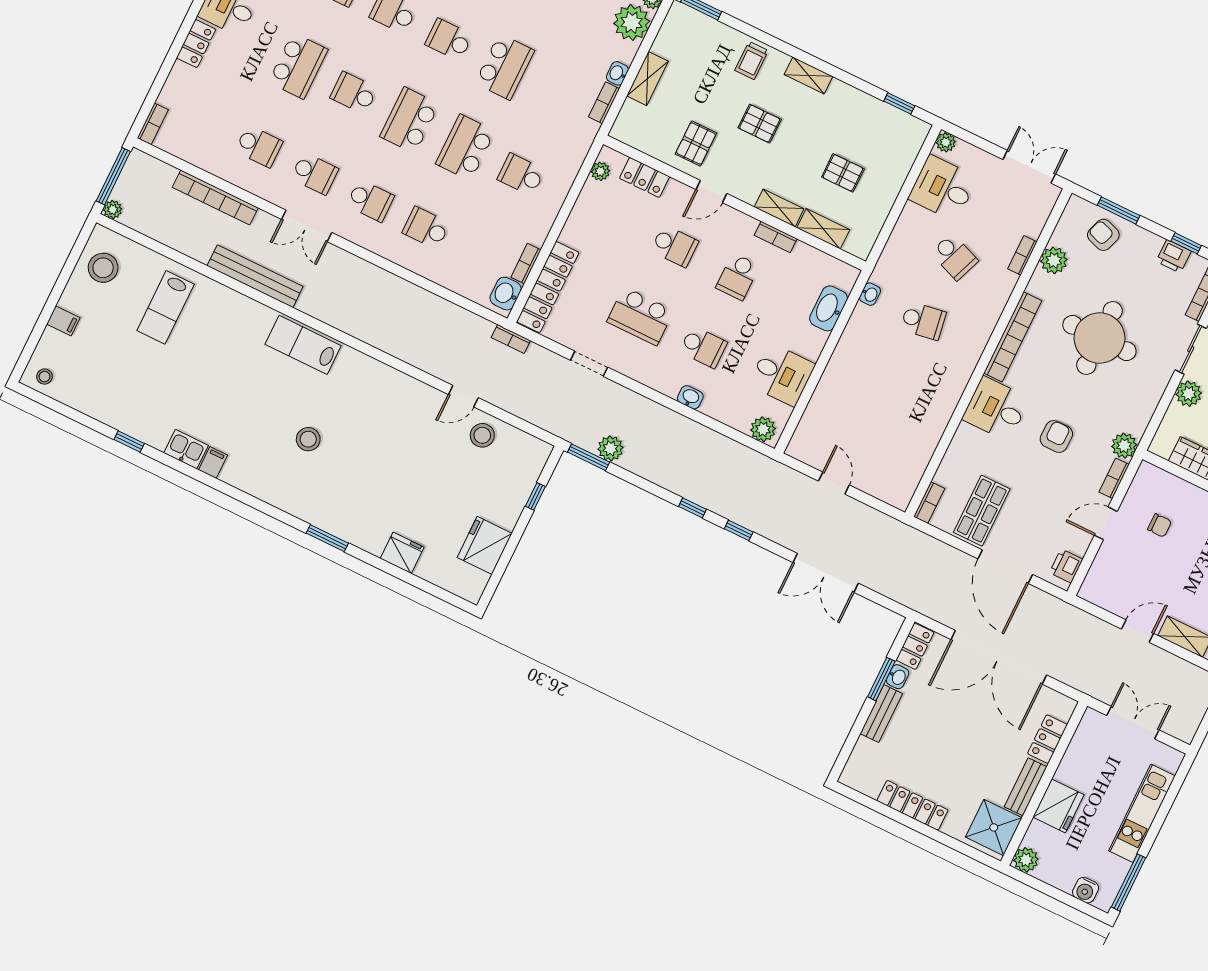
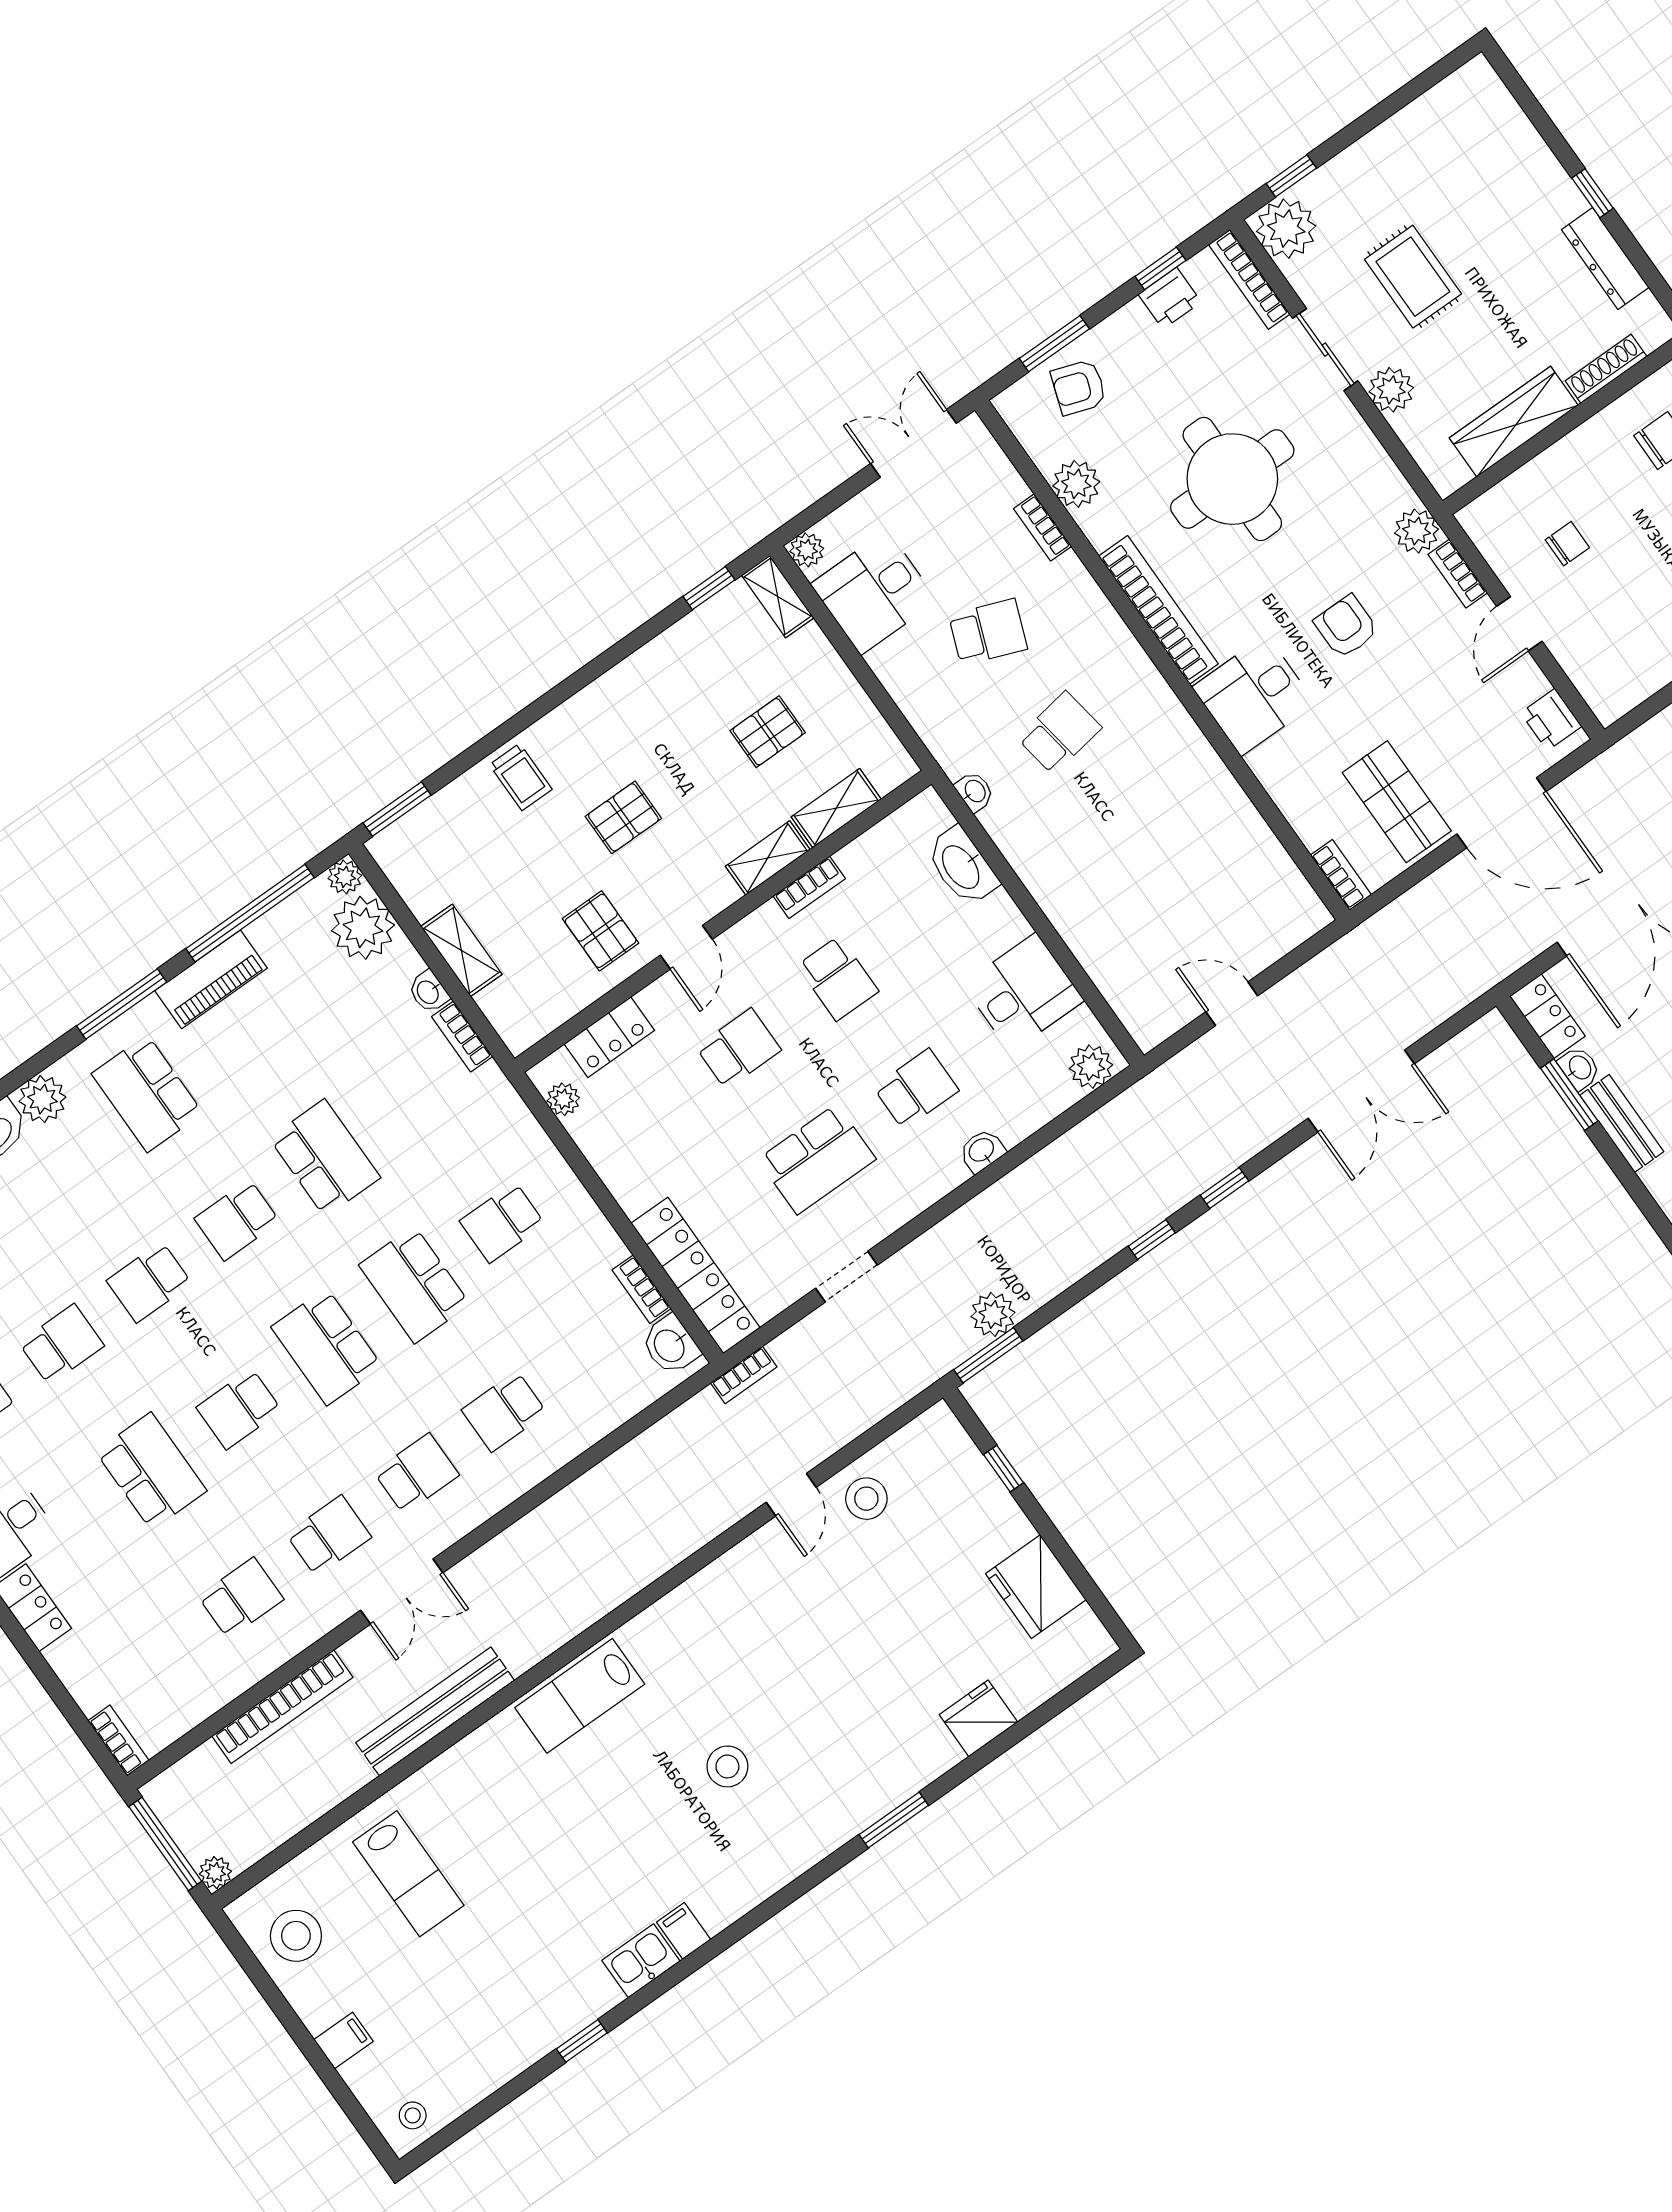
shelving: (809, 75) -> (778, 597), moved, turned 90

